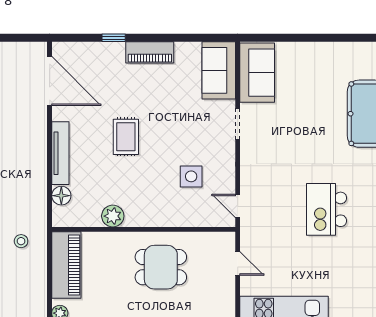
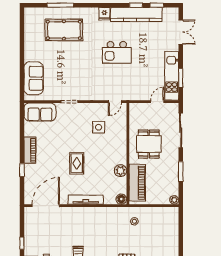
sofa: (257, 73) -> (34, 78), moved, turned 90
rug: (126, 137) -> (77, 163), turned 90
floor lamp: (61, 196) -> (121, 199), moved
door: (238, 263) -> (157, 102), moved
piano: (66, 265) -> (137, 183), moved, turned 90

